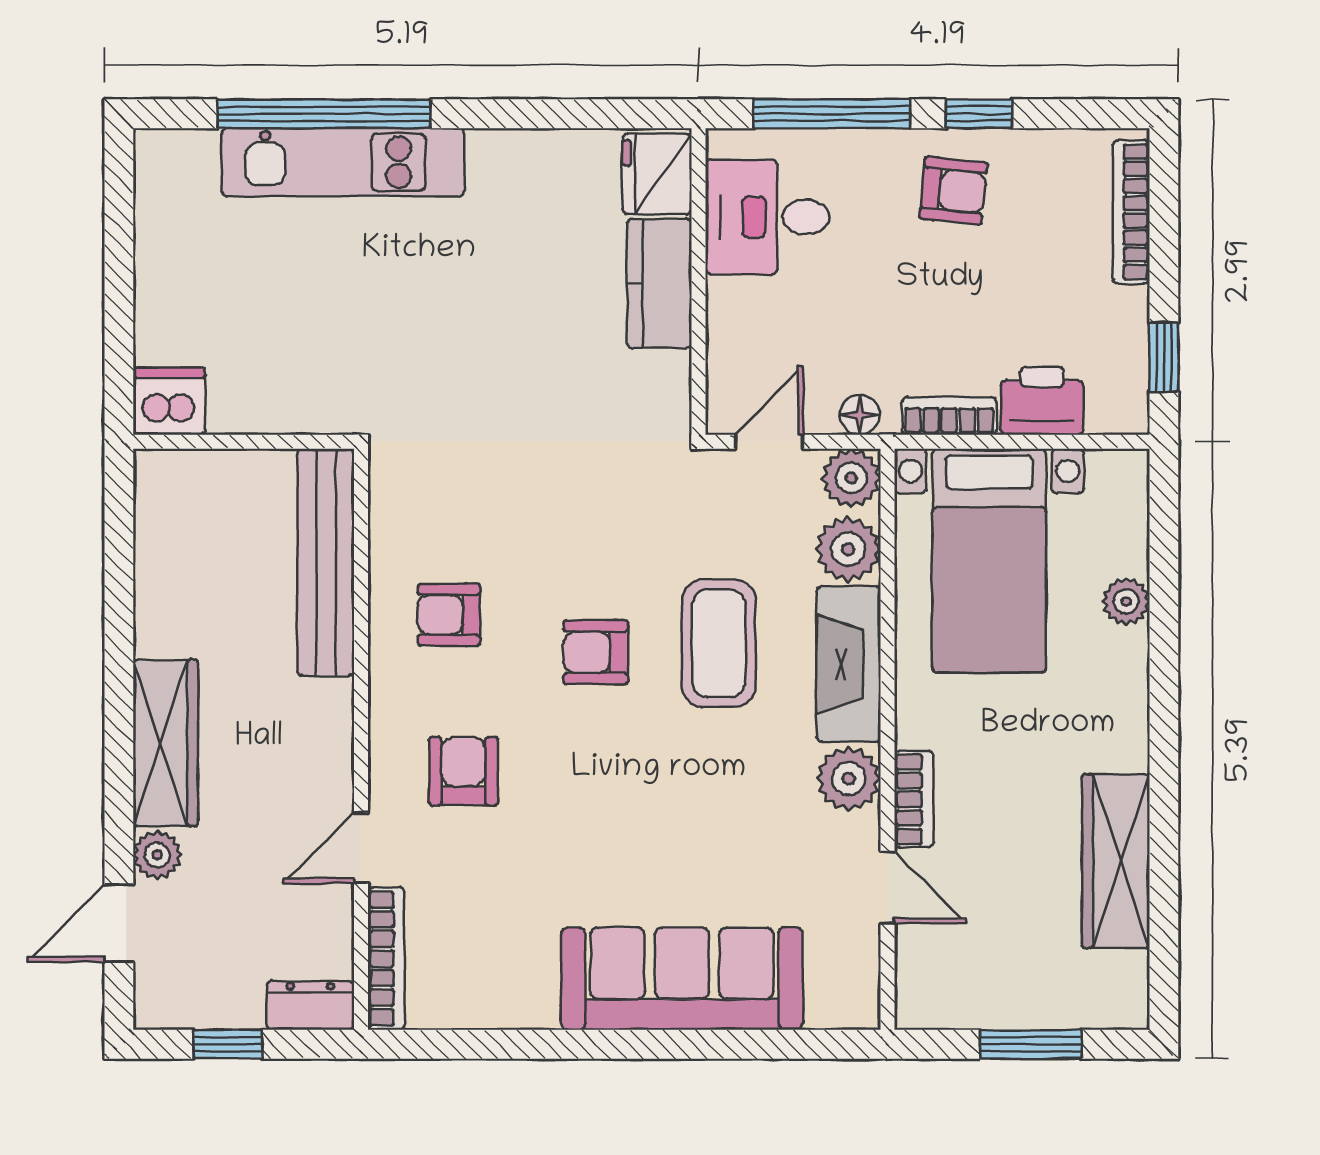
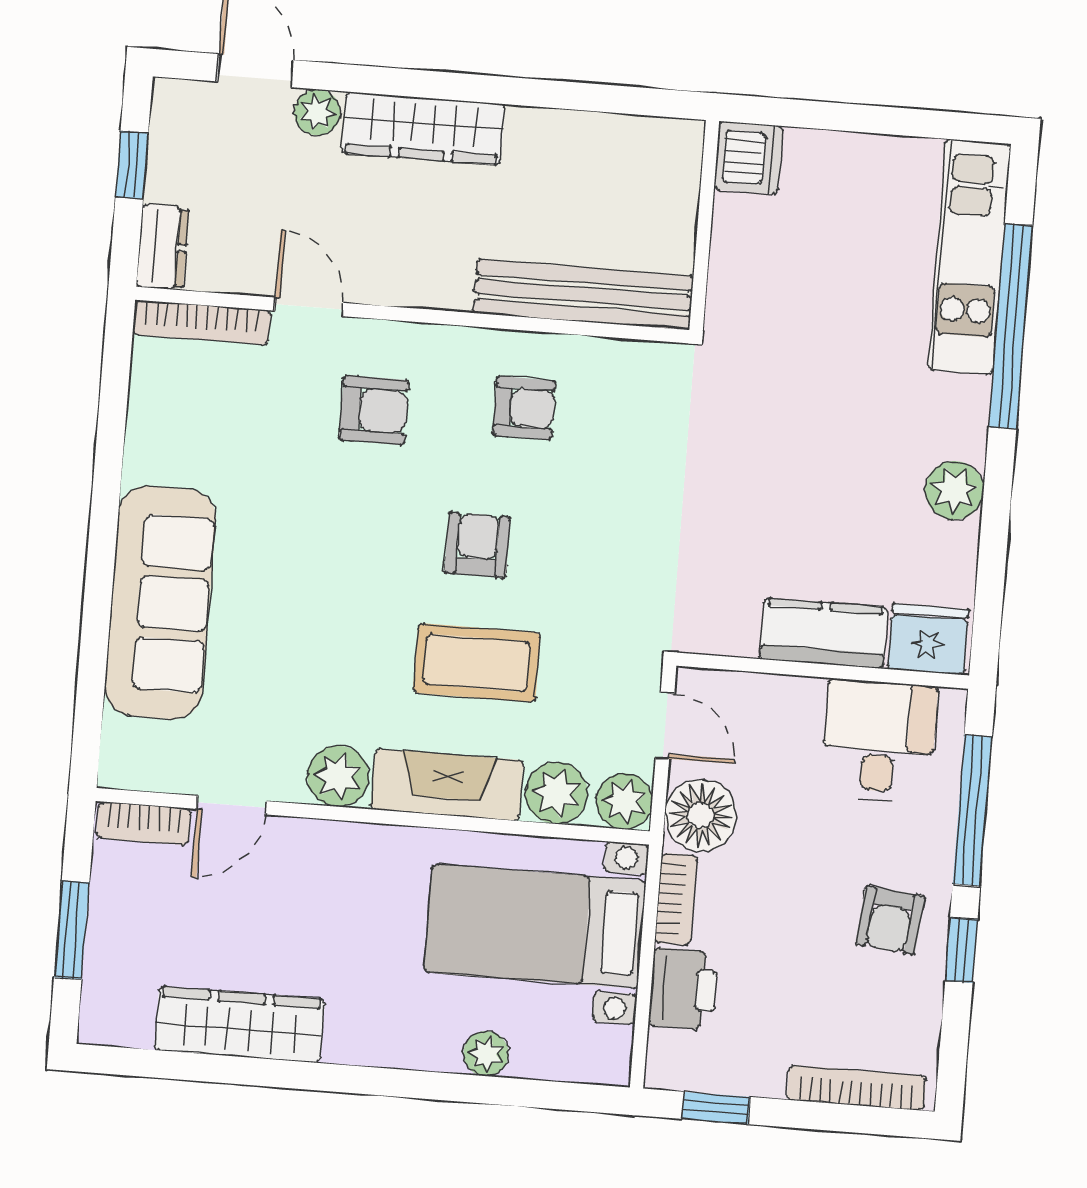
plant: (499, 159) -> (954, 490), added
kitchen unit: (343, 162) -> (969, 257), moved
floor lamp: (860, 415) -> (701, 815), width x1.89, depth x1.89
armchair: (449, 615) -> (524, 408), turned 90
bookcase: (914, 799) -> (144, 823), moved

